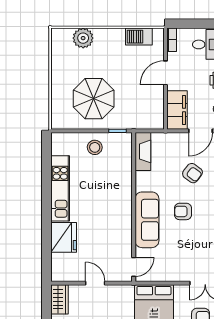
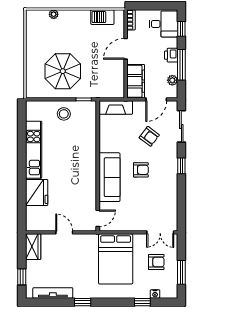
plant: (83, 38) -> (54, 14), width x0.53, depth x0.53
fireplace: (143, 151) -> (116, 108), moved, turned 90
armchair: (183, 211) -> (141, 170), turned 180

